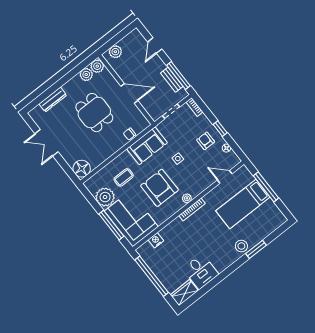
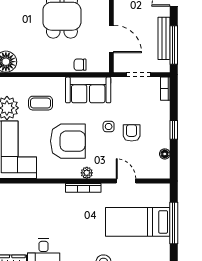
bench: (172, 80) -> (164, 38), width x1.36
door: (129, 93) -> (111, 39), moved
armchair: (206, 141) -> (132, 133), moved
door: (225, 177) -> (126, 181), moved
armchair: (159, 188) -> (68, 141), turned 90
nightstand: (156, 240) -> (24, 190), removed

